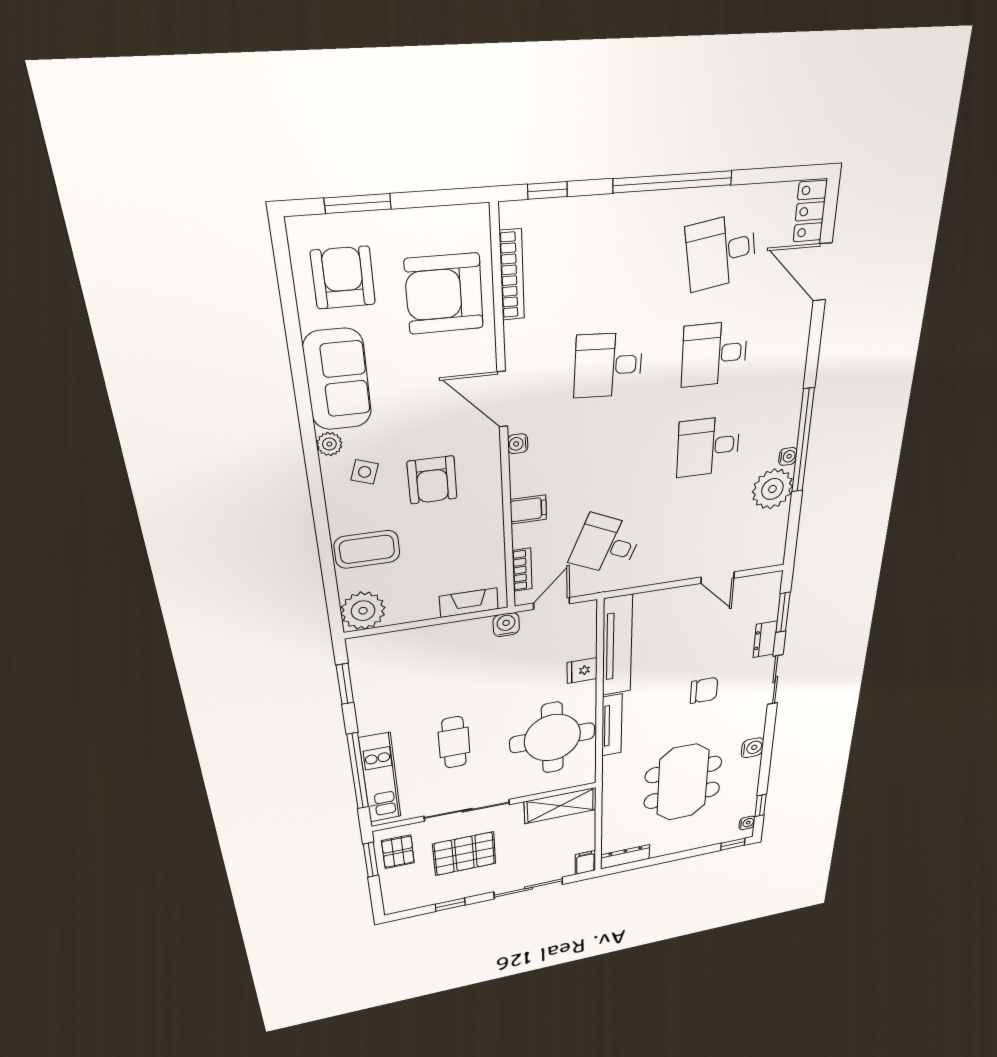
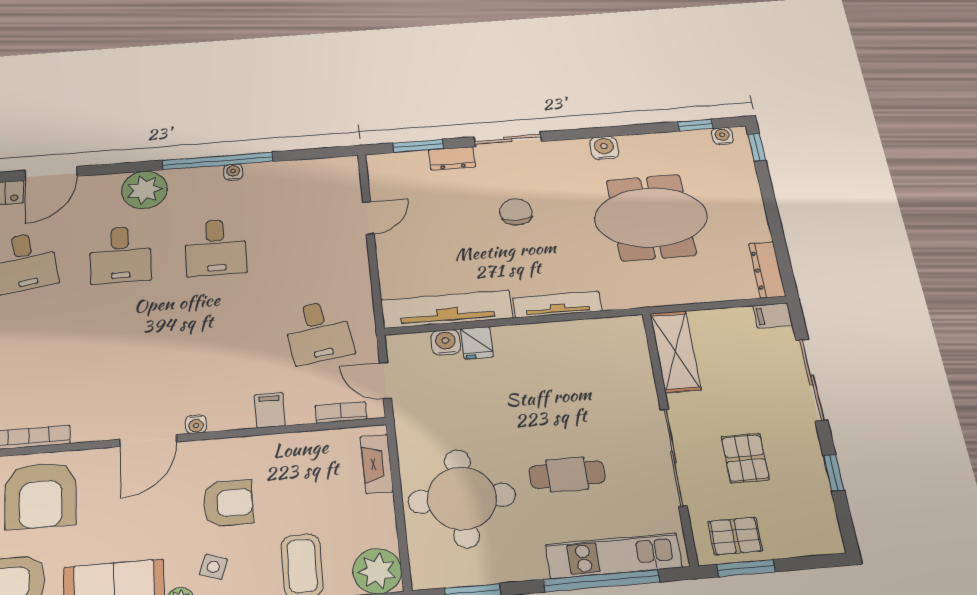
desk: (608, 365) -> (123, 348), removed
plant: (772, 489) -> (144, 190), moved
desk: (606, 545) -> (318, 332), turned -33
water cooler: (506, 625) -> (446, 342), moved, turned 90
round table: (552, 738) -> (462, 498), moved
pallet: (464, 854) -> (745, 458), width x0.67, depth x0.71

